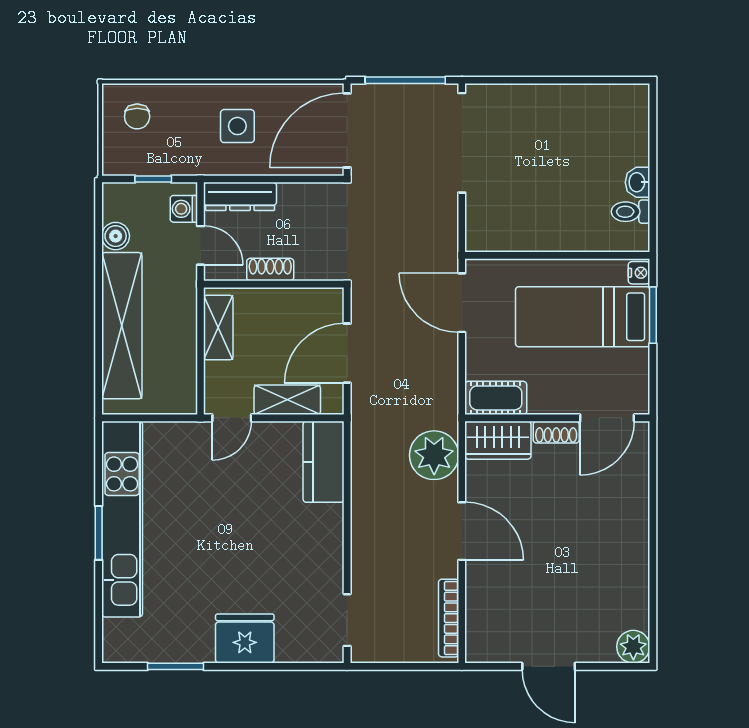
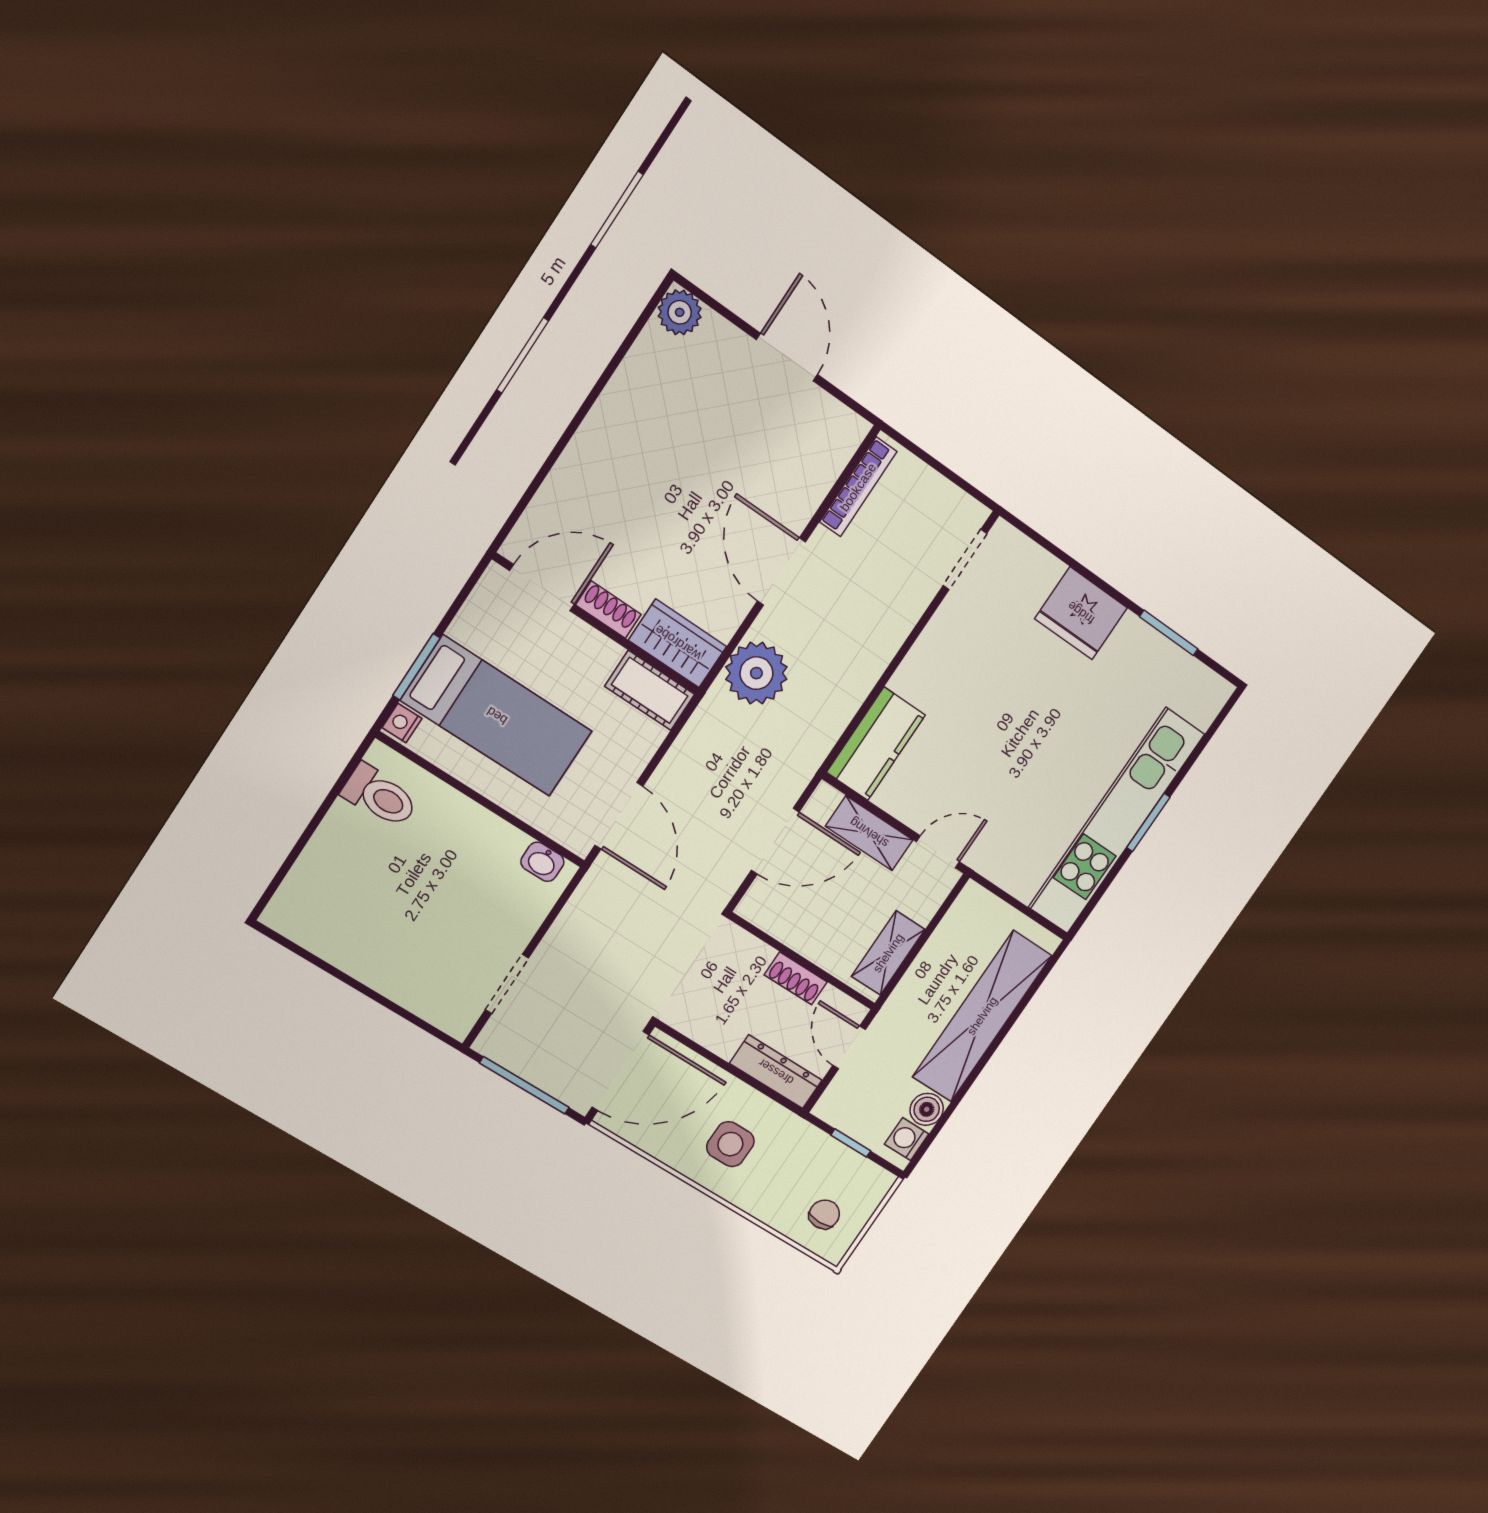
doorway: (462, 143) -> (507, 984), width x0.53
washbasin: (638, 182) -> (542, 862), moved, turned 90
washing machine: (184, 209) -> (907, 1139), moved, turned 180
toilet: (631, 212) -> (380, 796), width x1.37, depth x1.39

